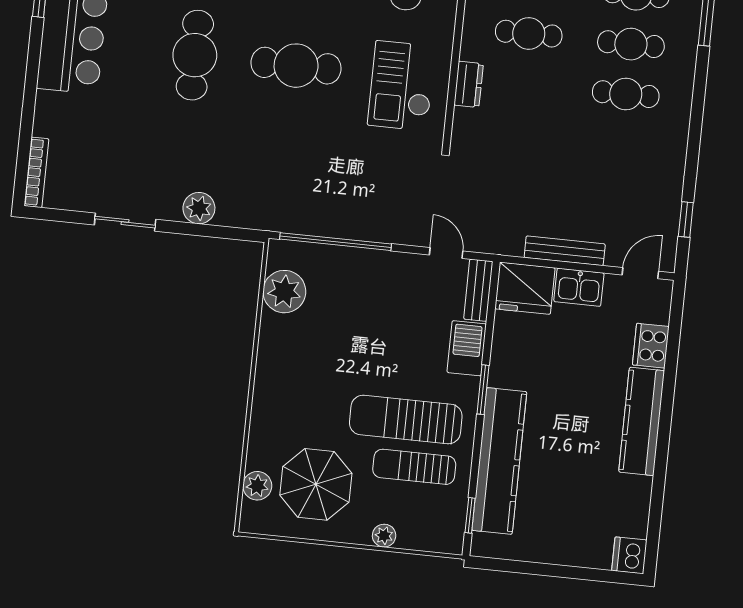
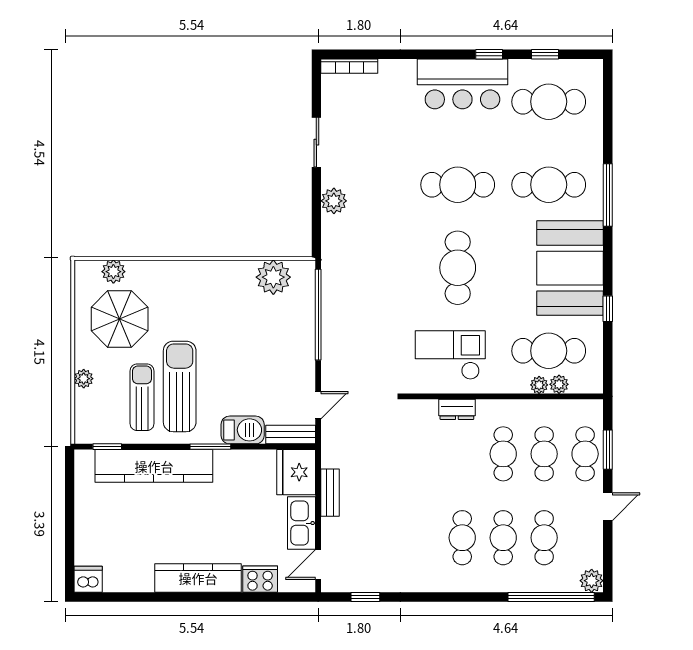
bench: (565, 251) -> (330, 493), width x0.73
door: (640, 273) -> (318, 565), swing flipped
kitchen sink: (579, 287) -> (302, 523), width x1.38

